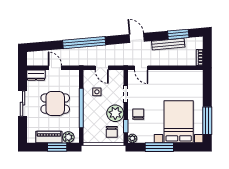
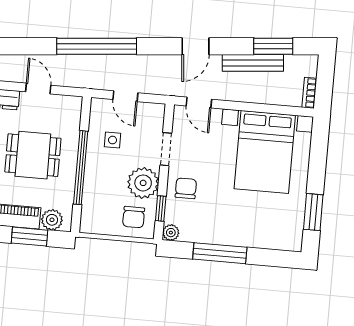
door: (137, 38) -> (195, 46), swing flipped
window: (207, 121) -> (313, 212), width x0.69
bed with nightstands: (179, 122) -> (265, 152), moved, turned 180

